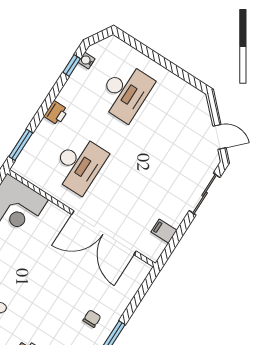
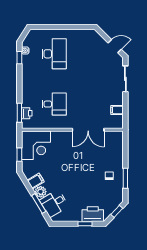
printer: (56, 113) -> (27, 113), moved
desk: (79, 164) -> (54, 104), width x0.73
double door: (104, 233) -> (88, 130), width x0.73

